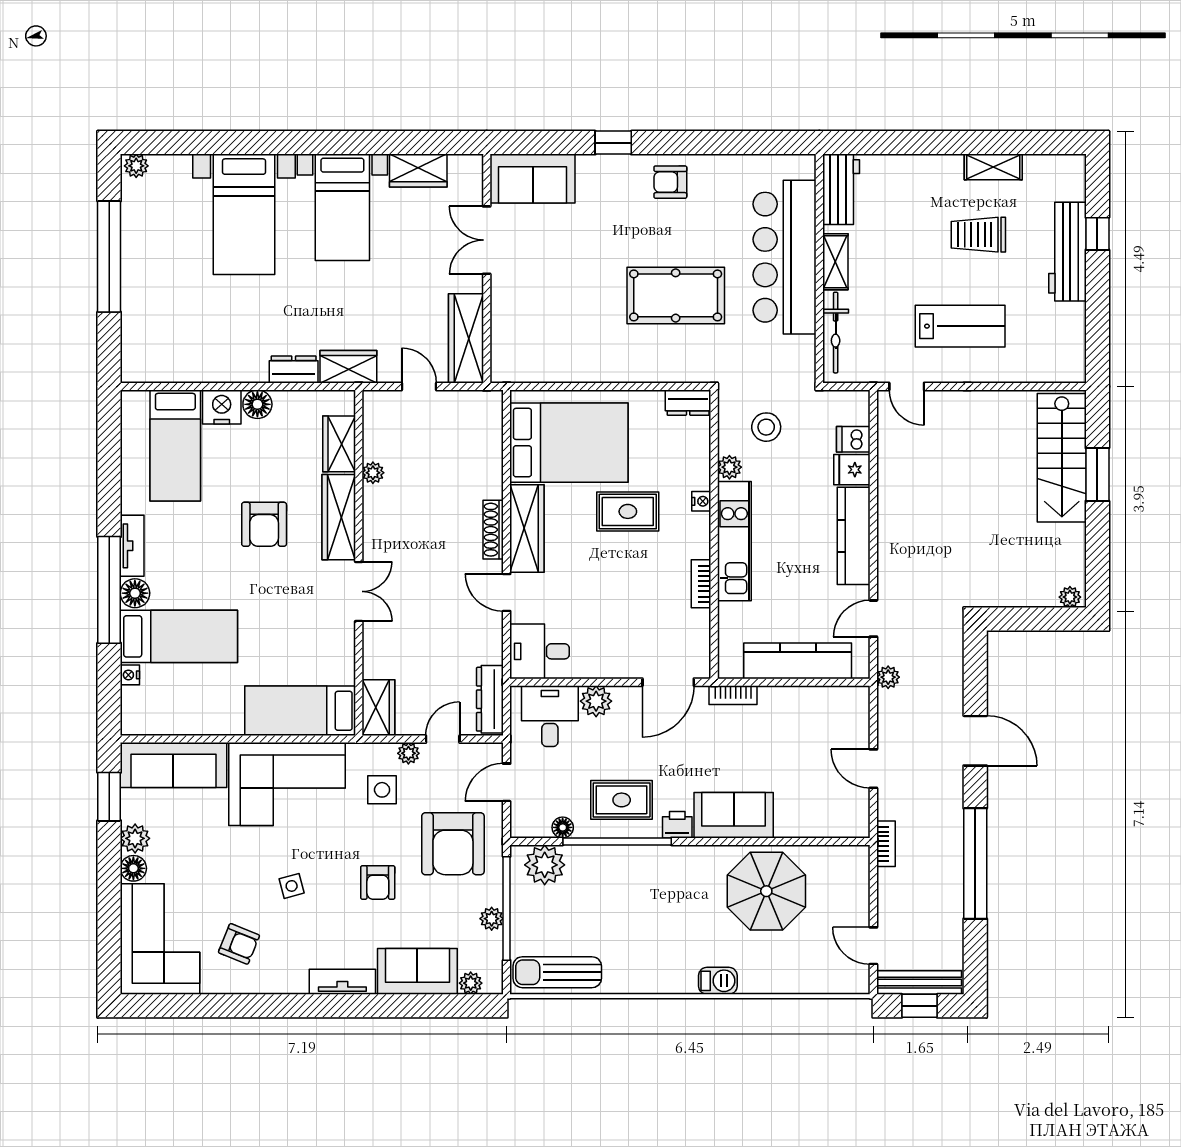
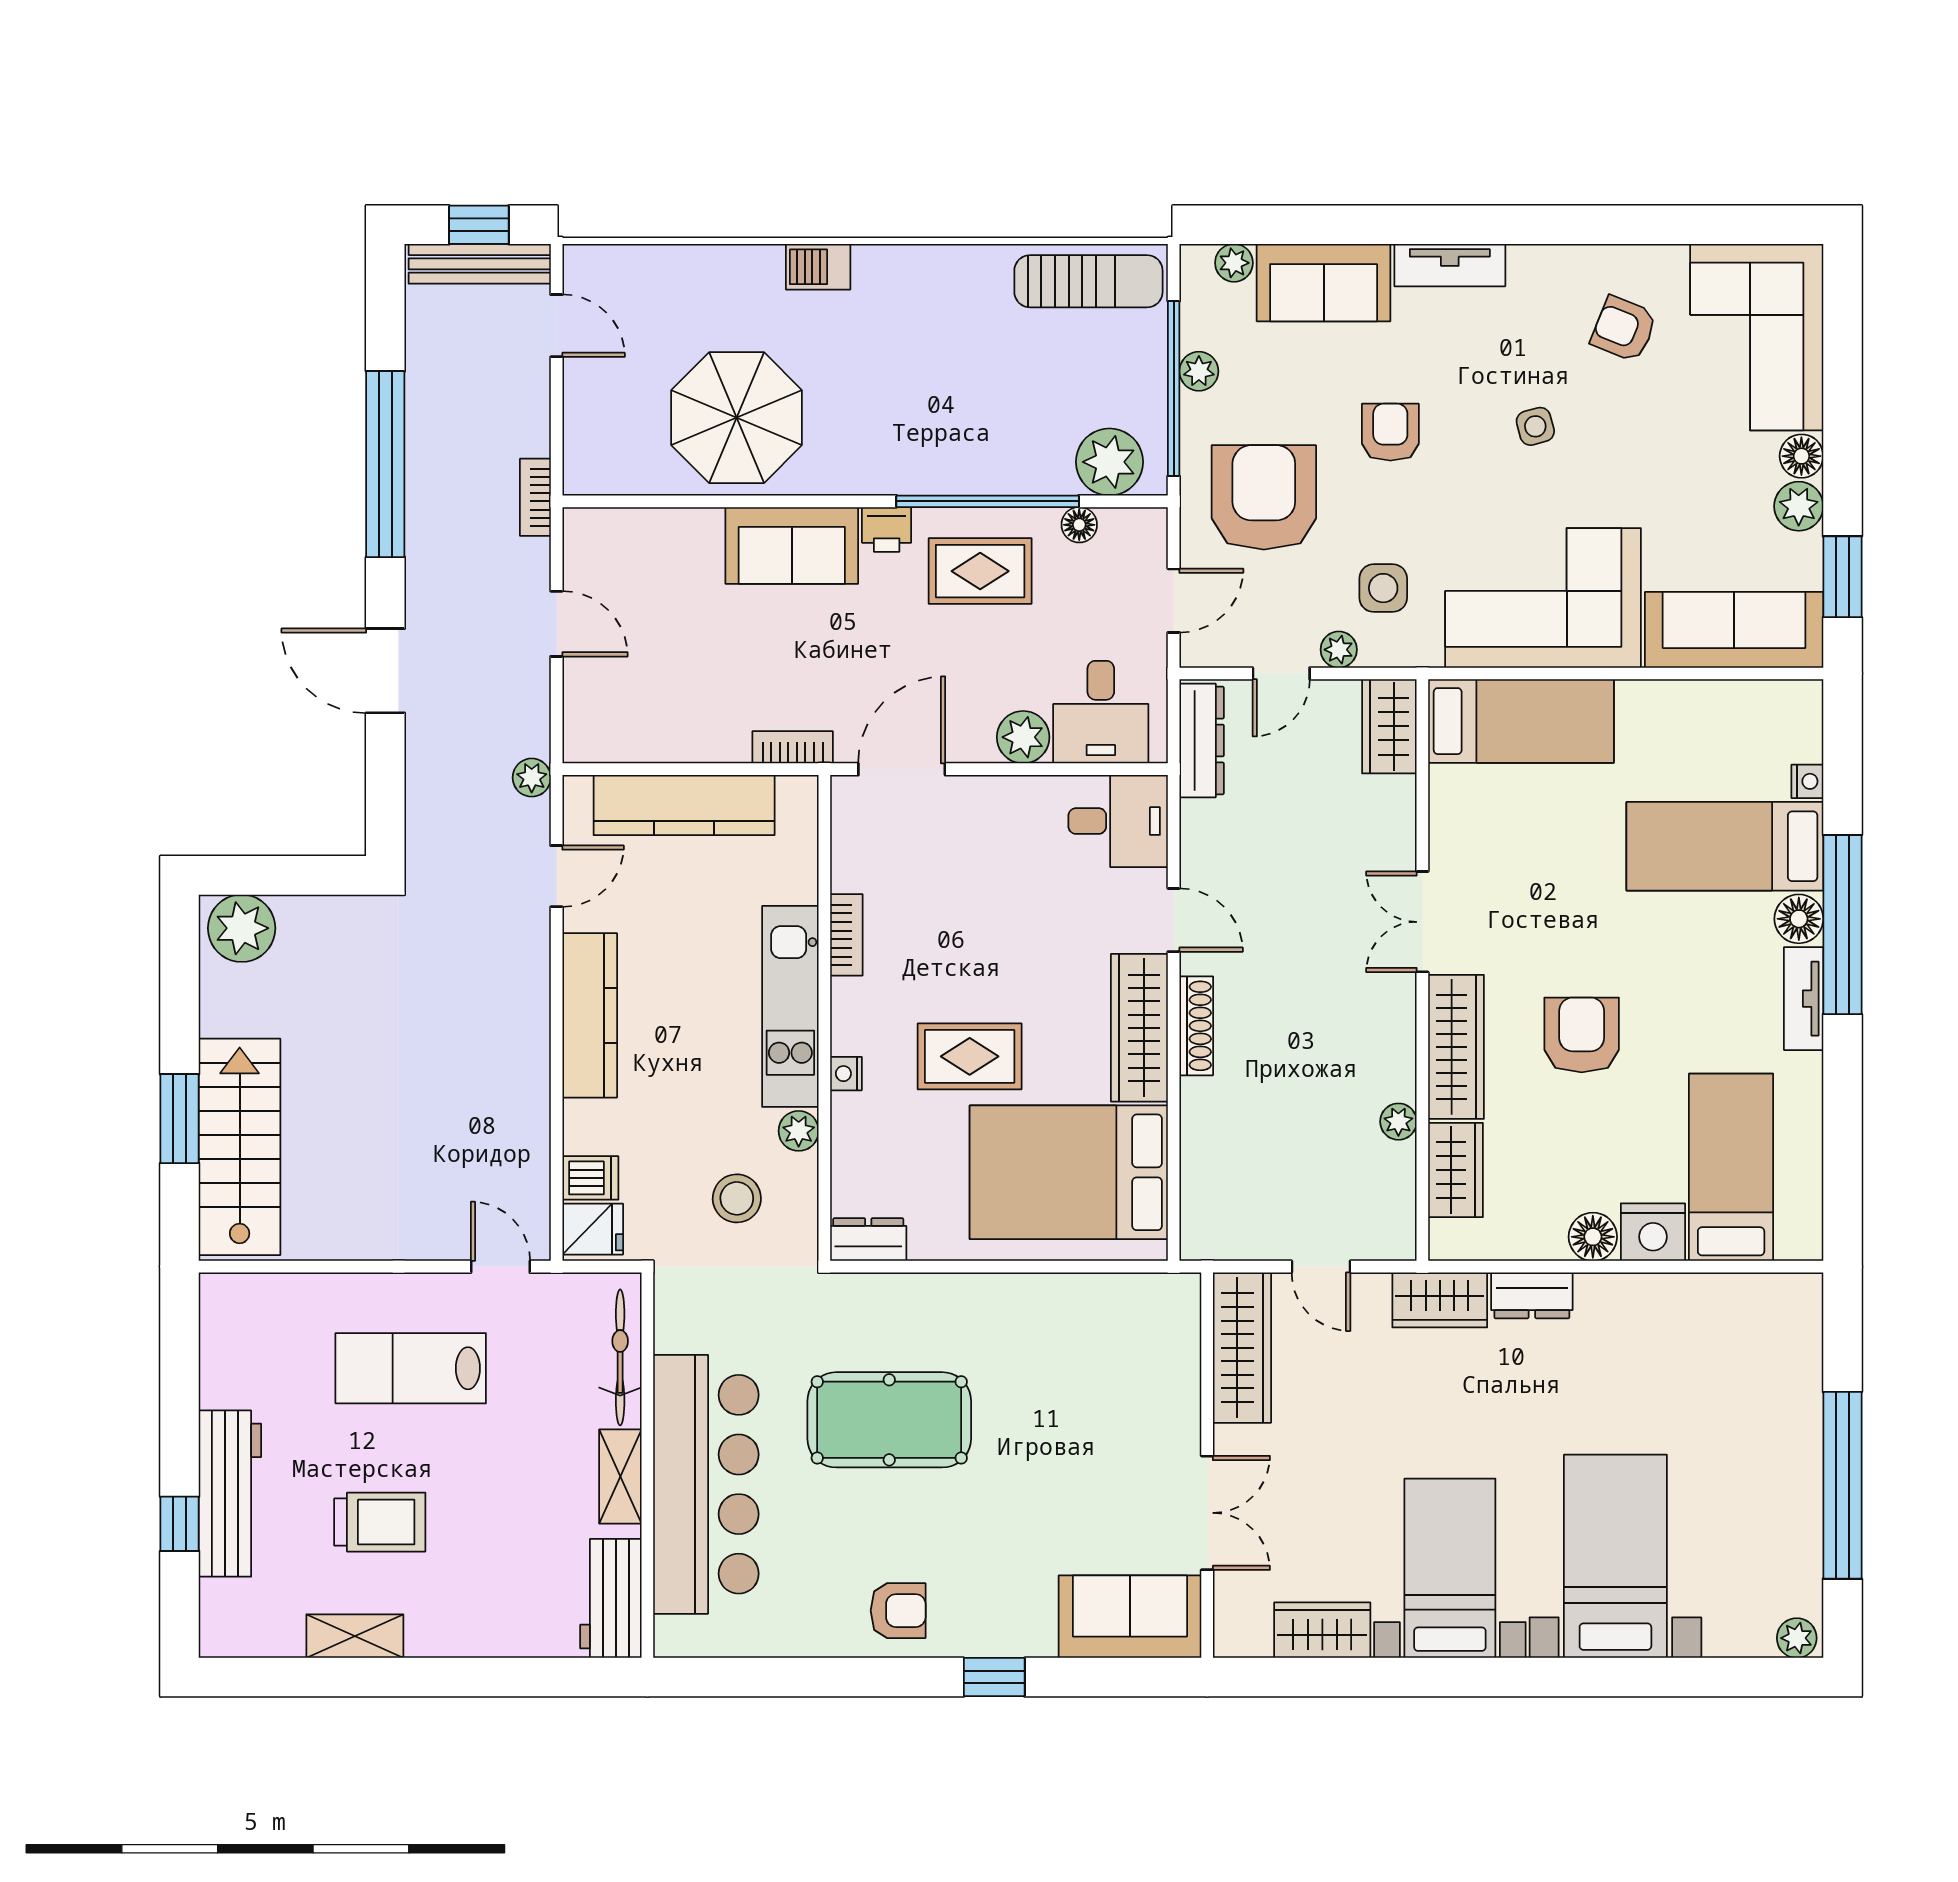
fridge: (852, 470) -> (593, 1229), moved
plant: (1070, 597) -> (242, 928), width x1.88, depth x1.88

